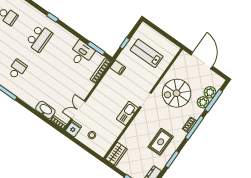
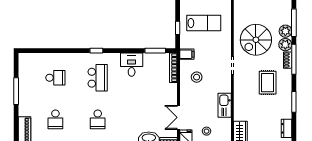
lab bench: (147, 53) -> (204, 23), turned 180
desk: (81, 54) -> (132, 65), moved
school desk: (17, 69) -> (98, 119), turned 180
stool: (113, 90) -> (197, 77), added
plant: (210, 92) -> (285, 45), moved
kitchen sink: (127, 113) -> (225, 105), moved
rug: (161, 142) -> (268, 83), moved

